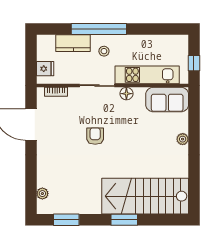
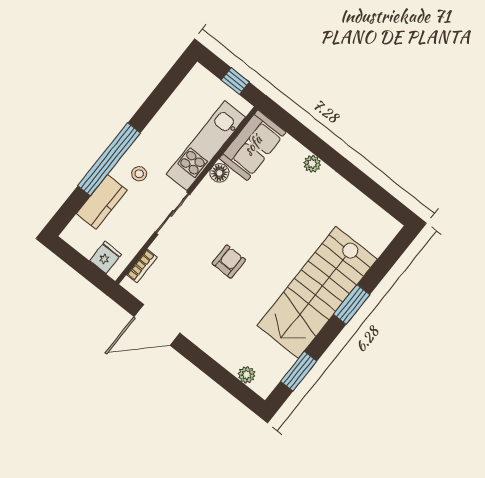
floor lamp: (126, 94) -> (219, 173), moved
armchair: (95, 136) -> (229, 262), turned 90
stairs: (145, 196) -> (317, 292), moved

